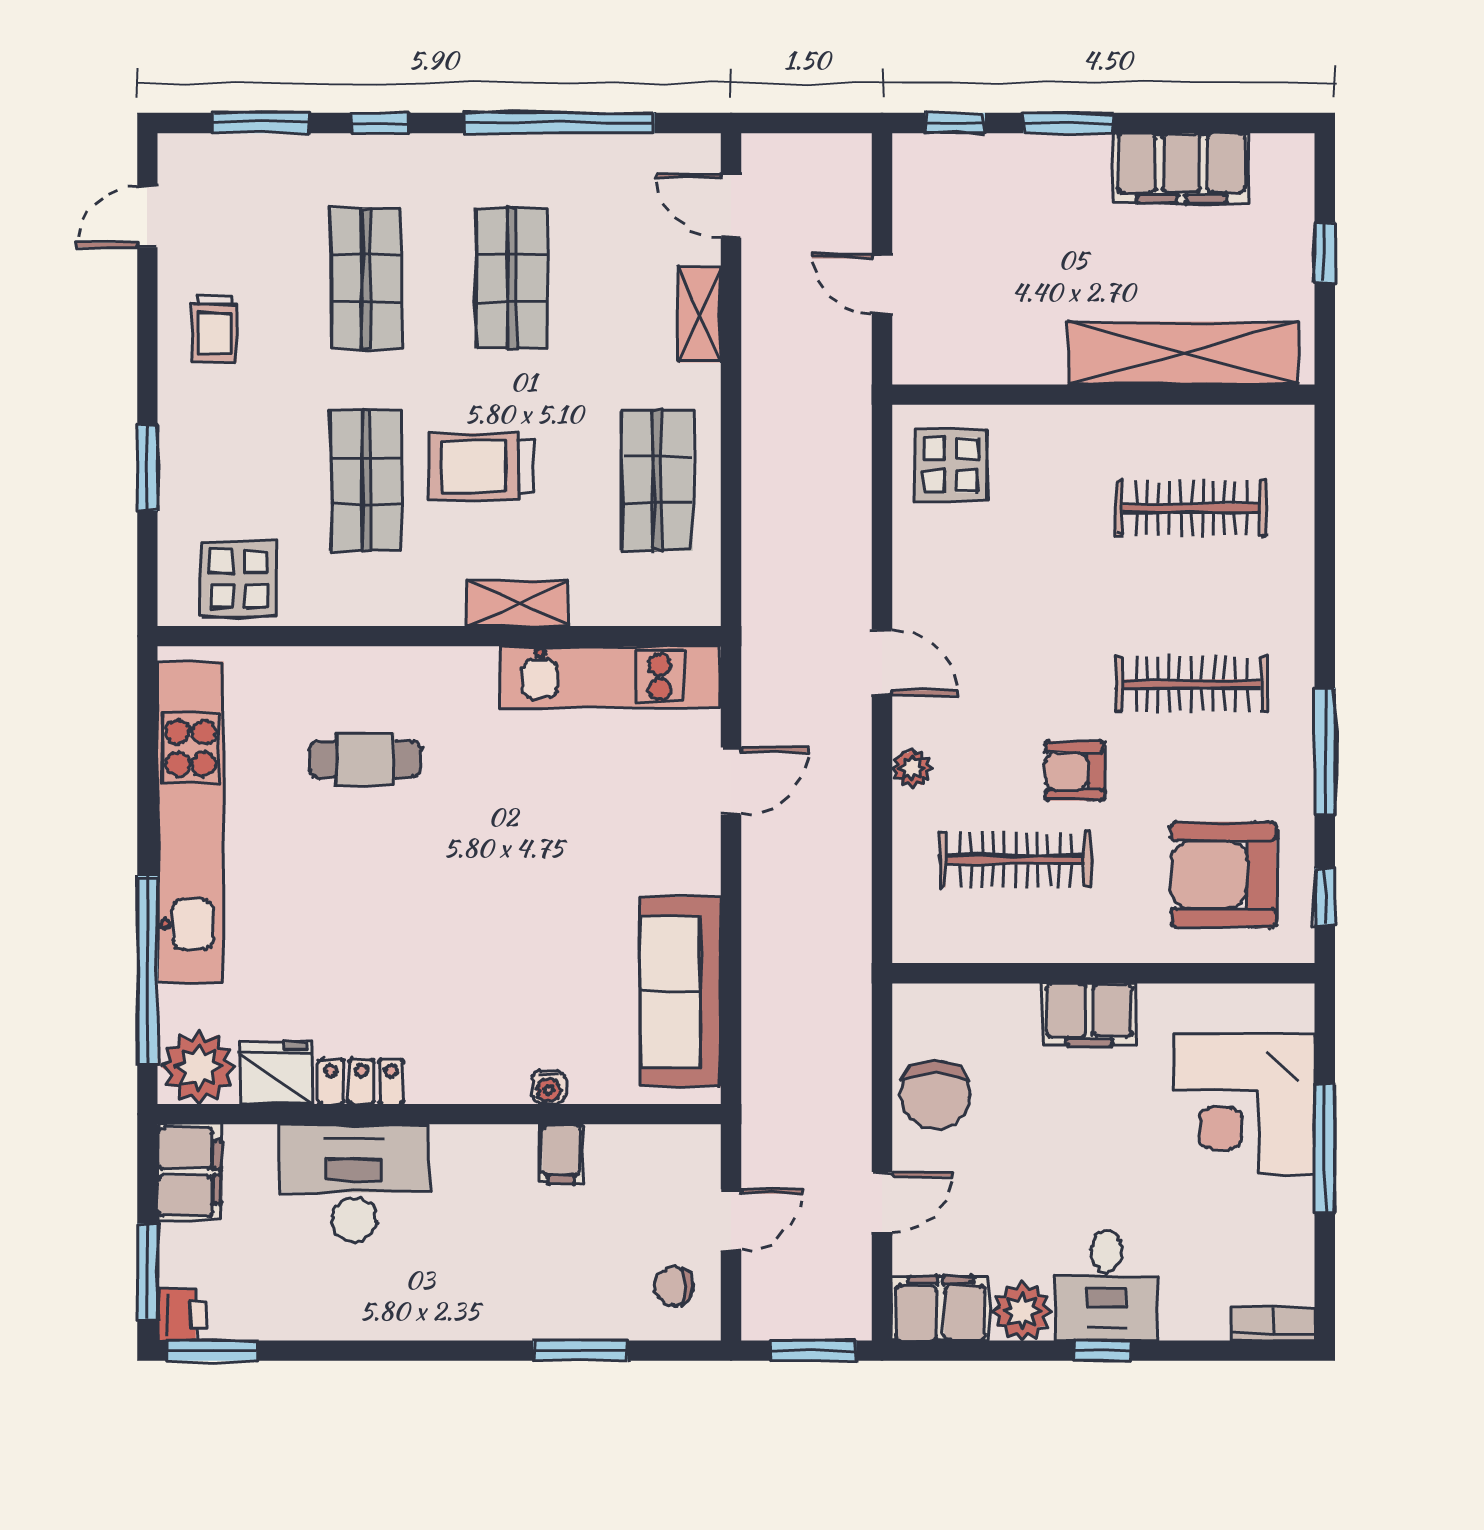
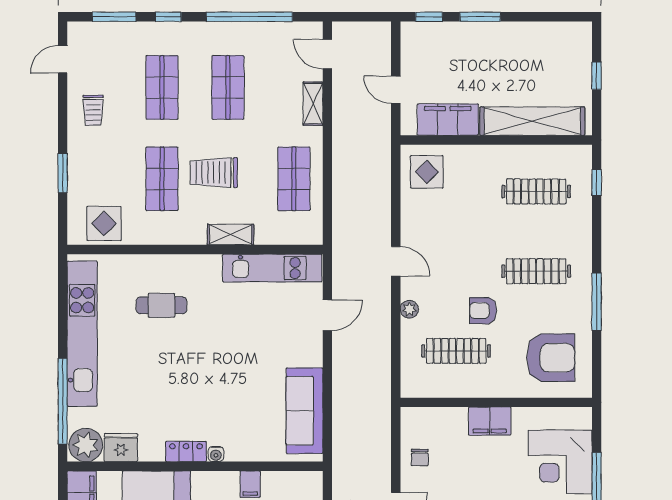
filing cabinet: (1181, 168) -> (448, 120), moved, turned 180
armchair: (1224, 875) -> (551, 358), turned 180
window: (1325, 897) -> (597, 183), moved
locker: (361, 1081) -> (186, 451), moved
water cooler: (549, 1087) -> (216, 454), moved
chair: (935, 1095) -> (420, 457), width x0.54, depth x0.54

